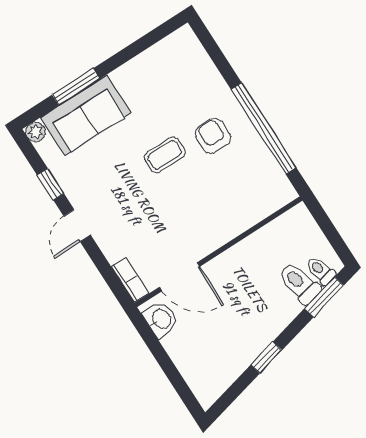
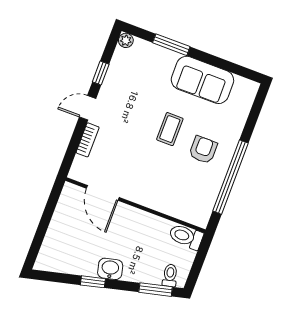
sofa: (86, 115) -> (202, 80), moved
coffee table: (165, 155) -> (170, 129), turned 90
bookcase: (130, 280) -> (88, 140), moved
toilet: (299, 283) -> (186, 237), moved, turned -76
washbasin: (161, 319) -> (110, 269), moved, turned -104

